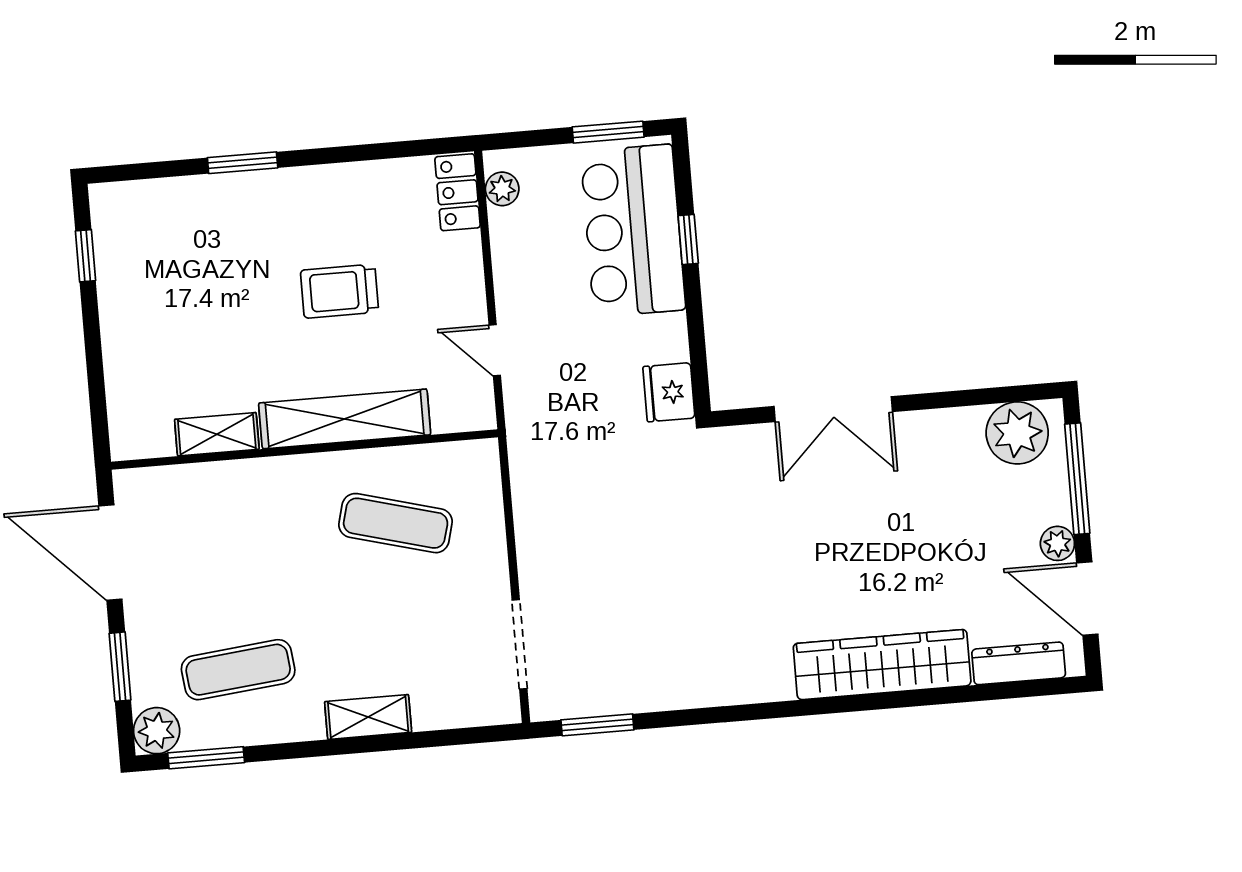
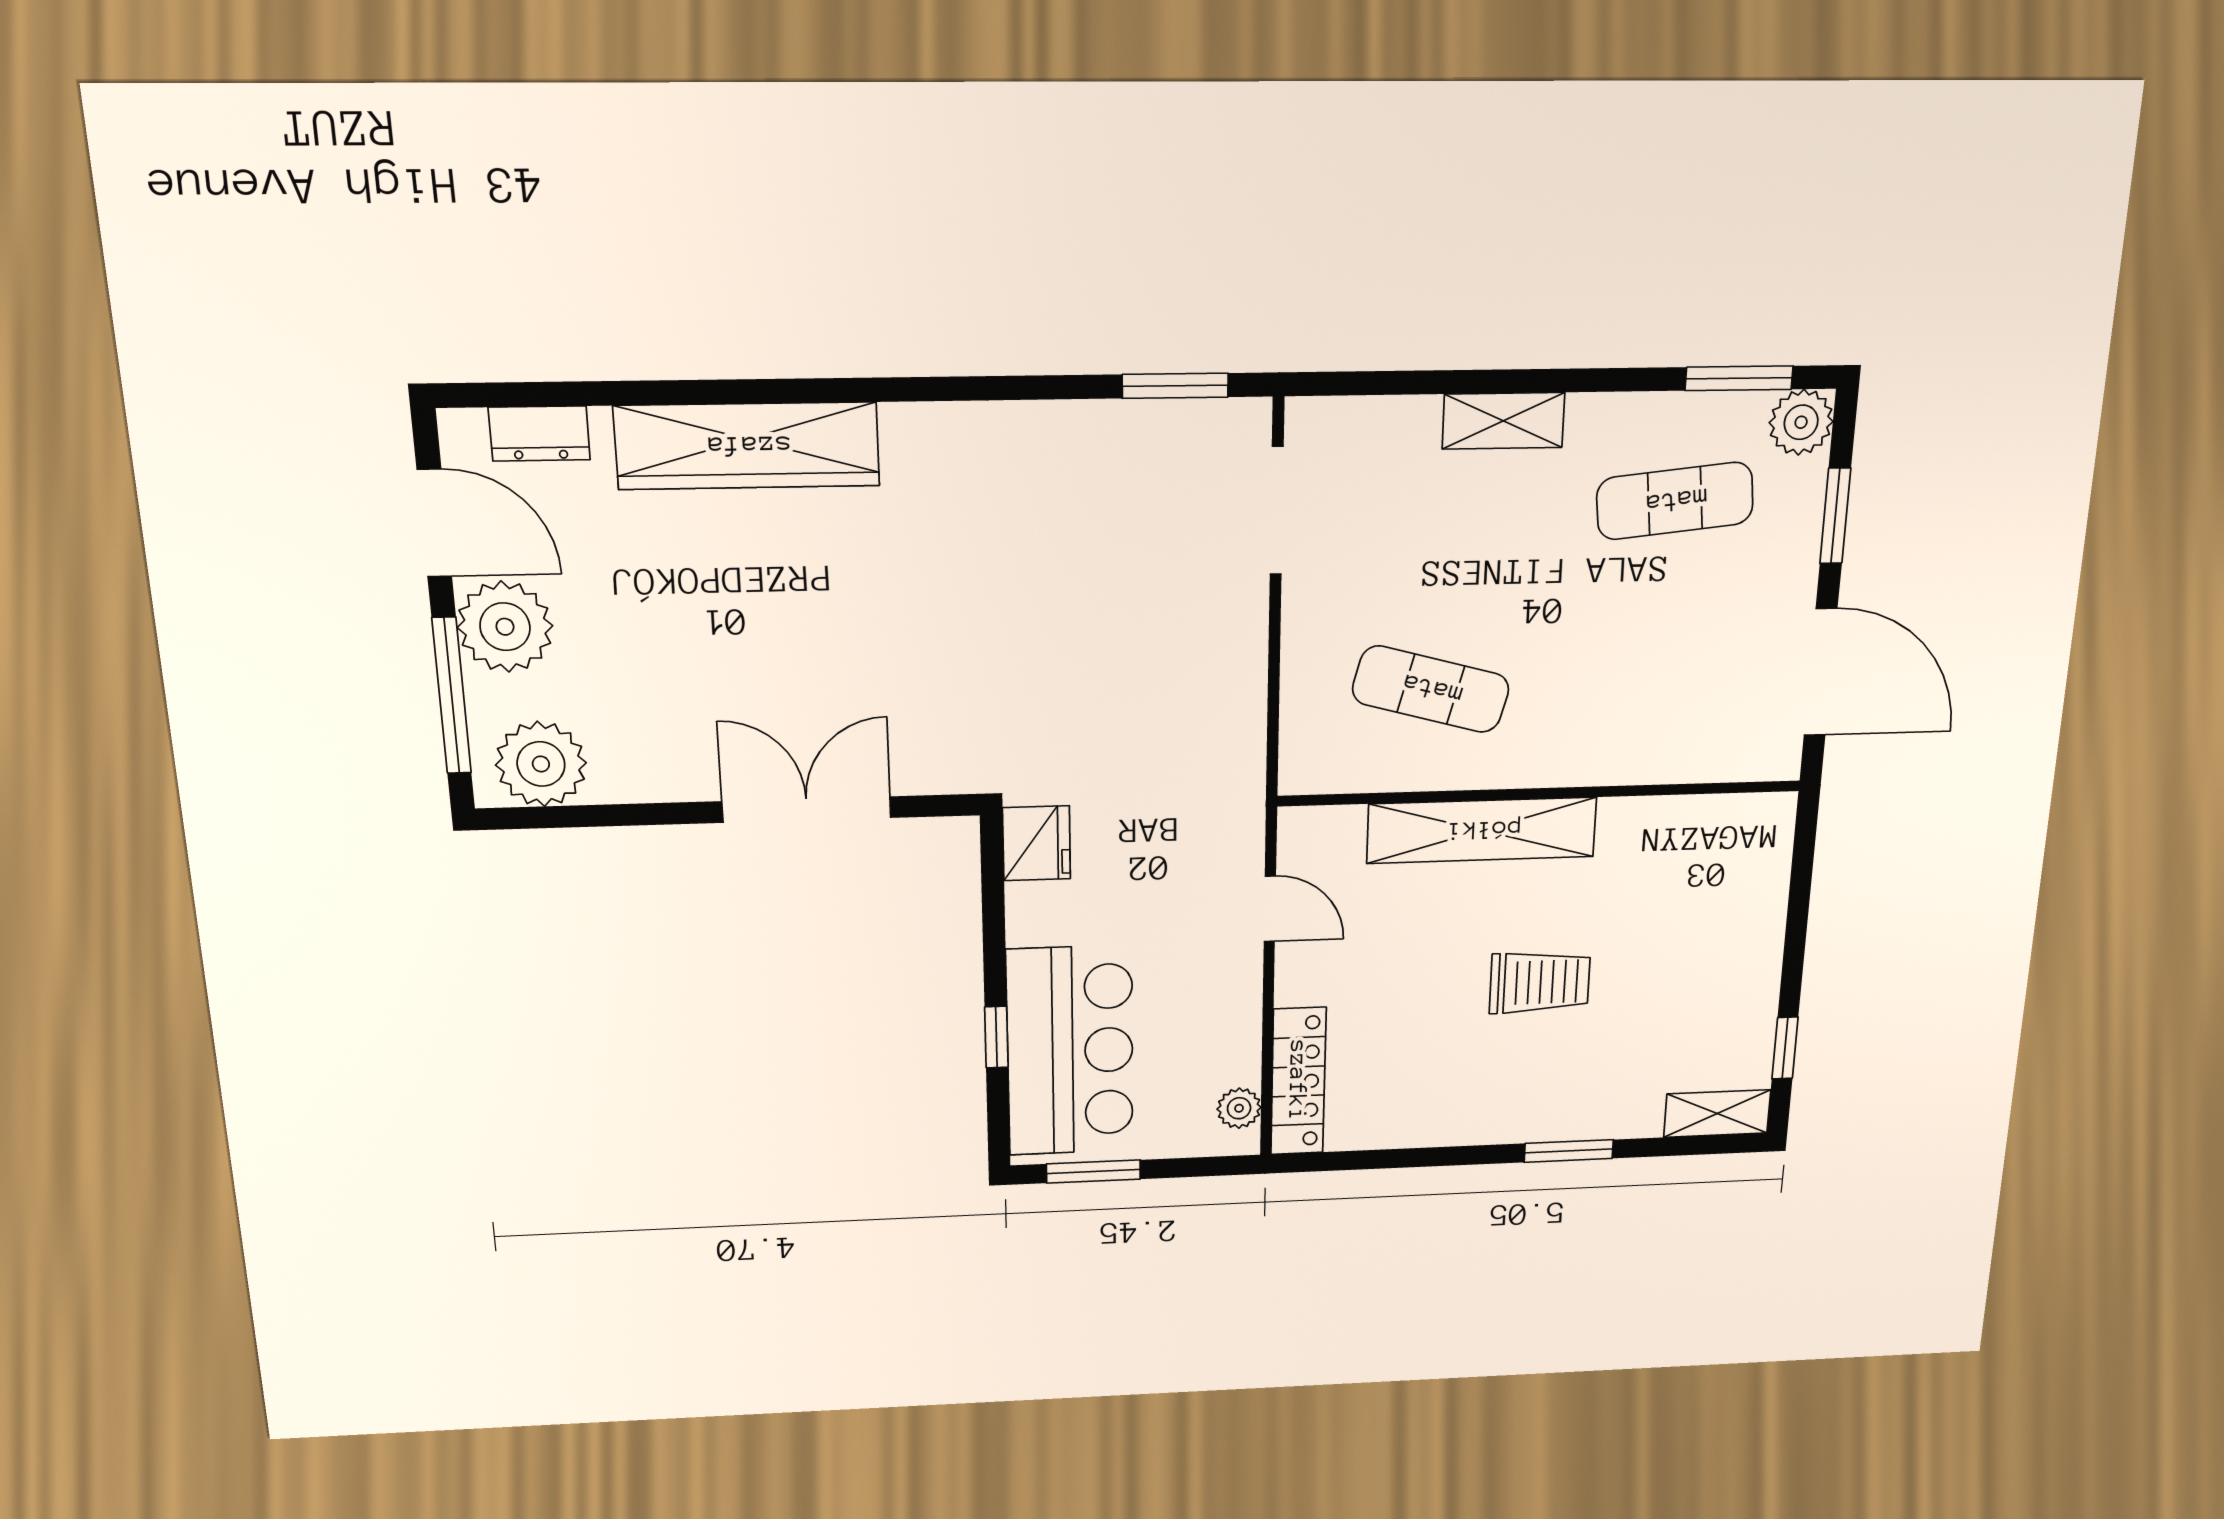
locker: (458, 192) -> (1298, 1081), width x1.53
trolley: (339, 291) -> (1540, 982), moved
shelving: (217, 434) -> (1717, 1114), moved
plant: (1057, 543) -> (505, 627), width x1.87, depth x1.87
dresser: (1019, 663) -> (539, 434), width x0.70

